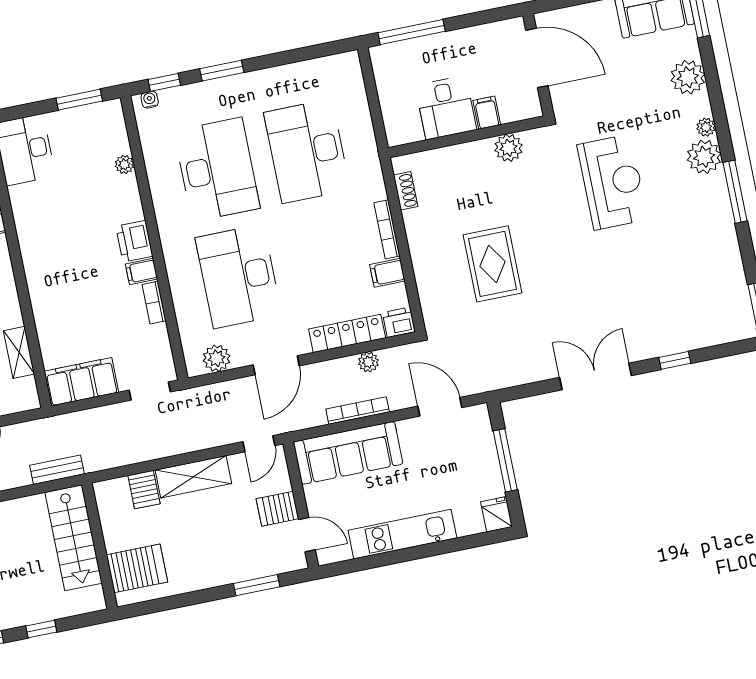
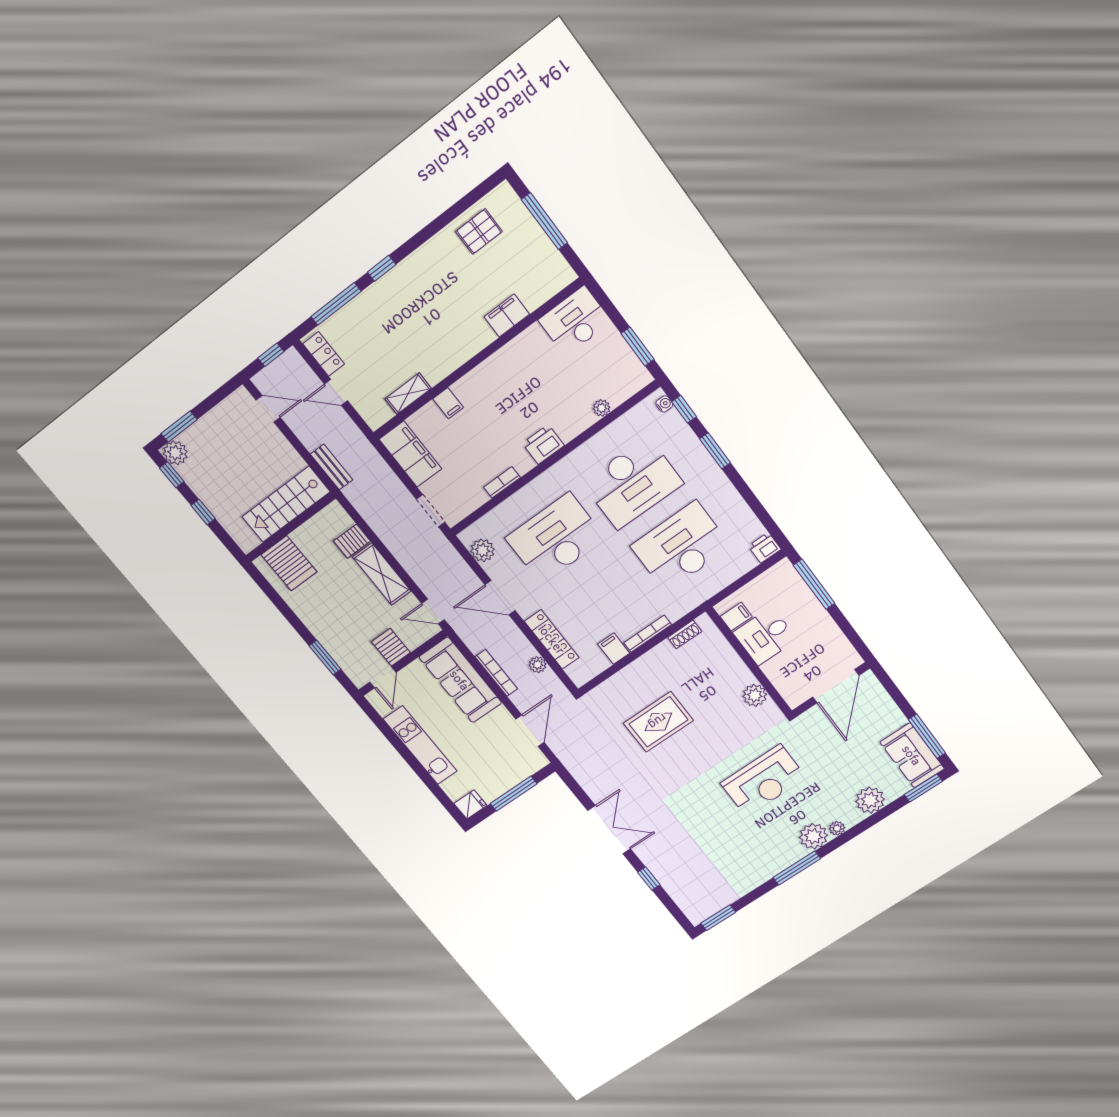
filing cabinet: (487, 113) -> (736, 617), moved
filing cabinet: (141, 272) -> (448, 403), moved, turned 180
printer: (399, 322) -> (765, 548), moved, turned -90

